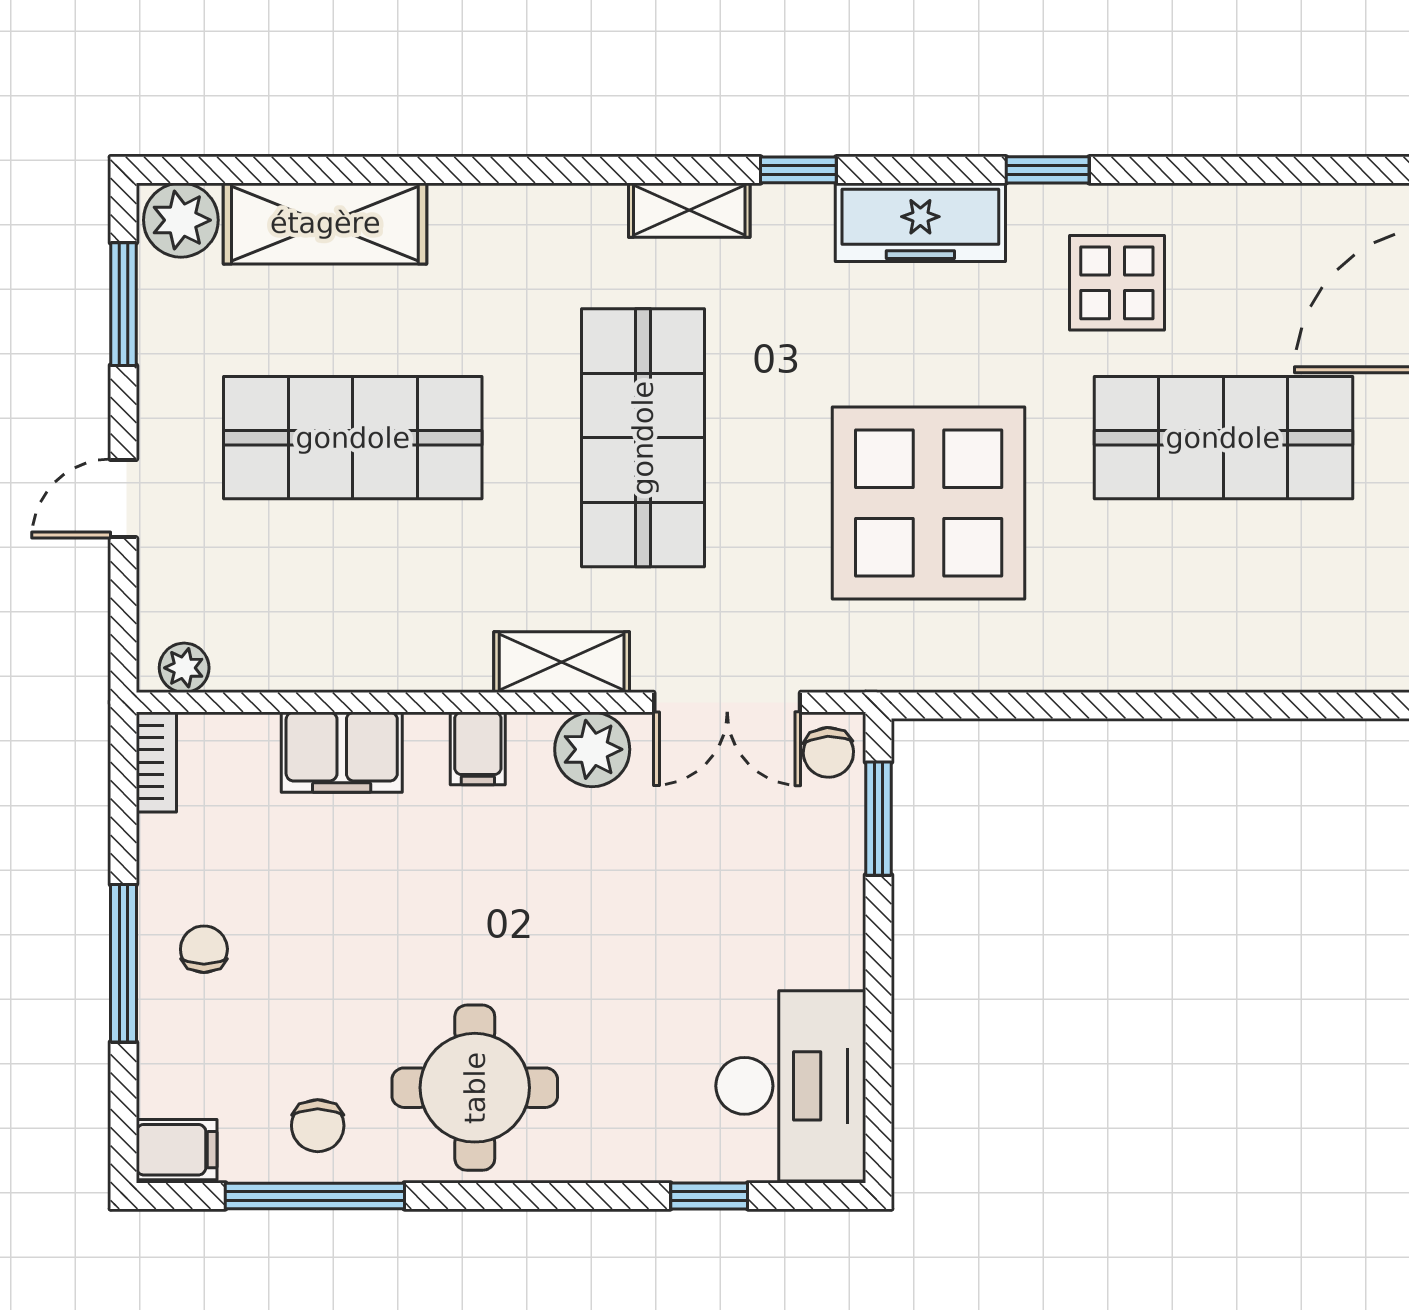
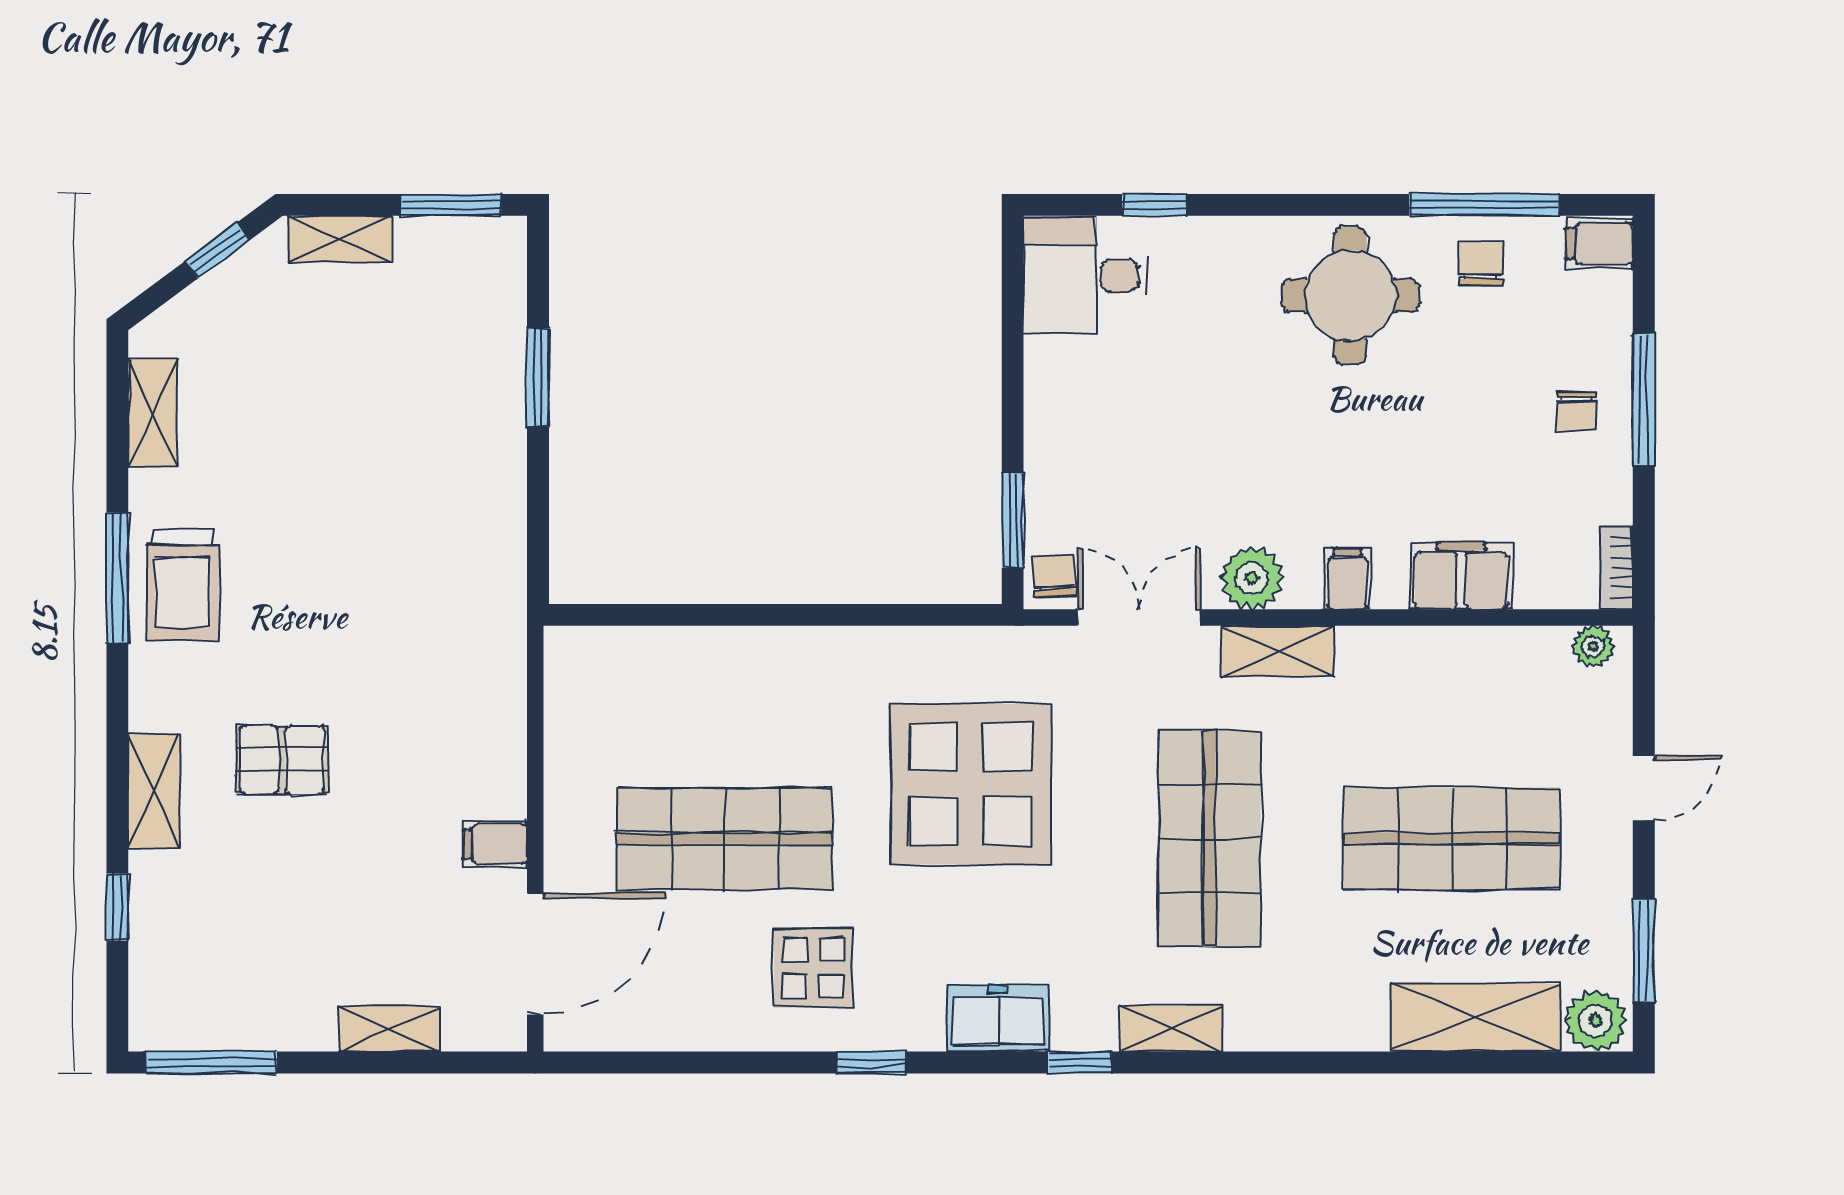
freezer: (920, 222) -> (998, 1019), width x0.71
desk: (791, 1086) -> (1086, 275), width x0.73

